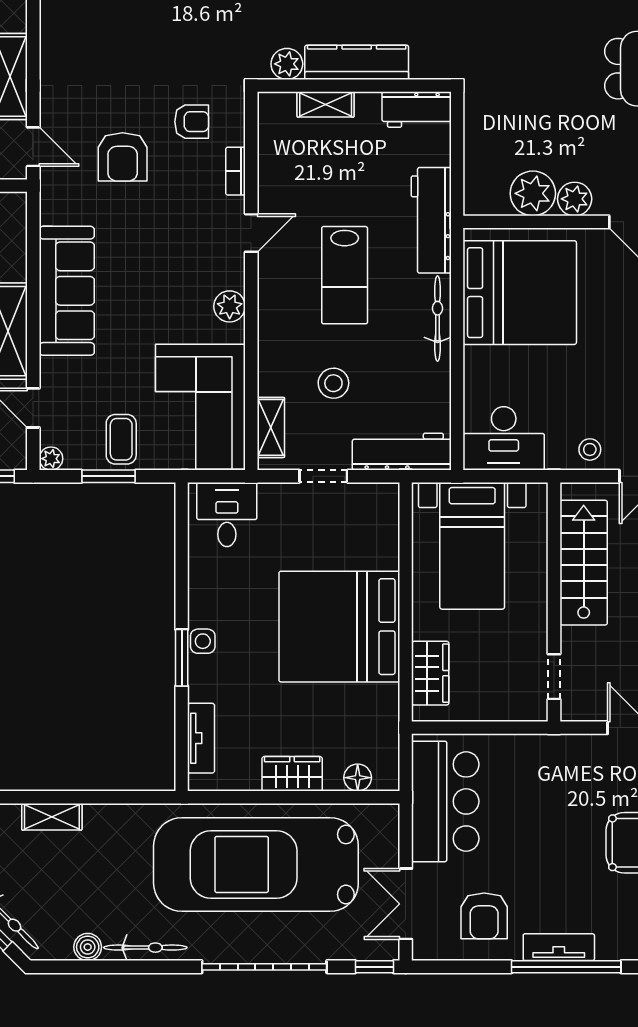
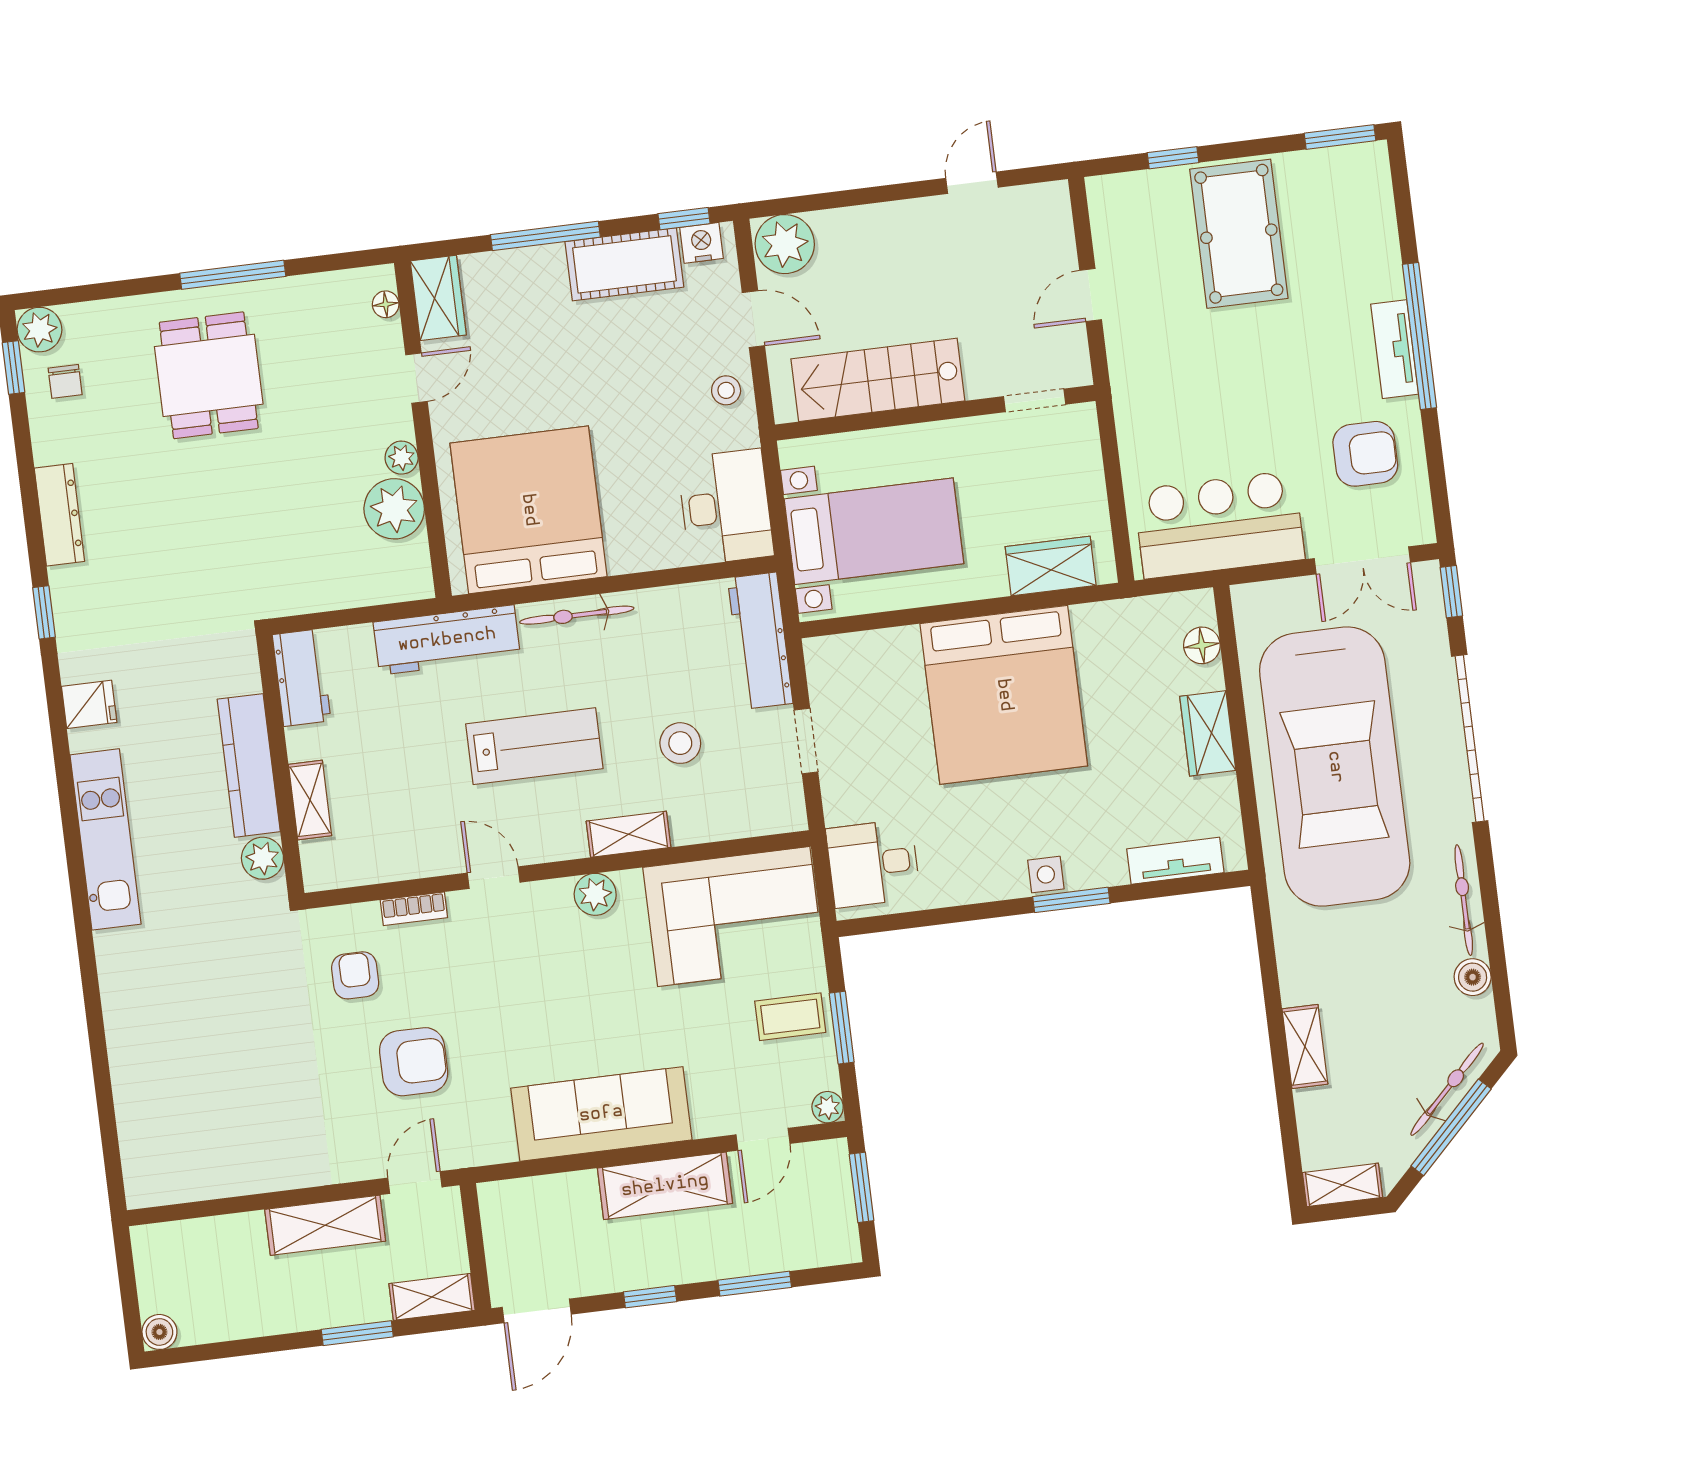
plant: (575, 199) -> (402, 458), width x0.73, depth x0.73
shelving: (271, 427) -> (629, 834), moved

